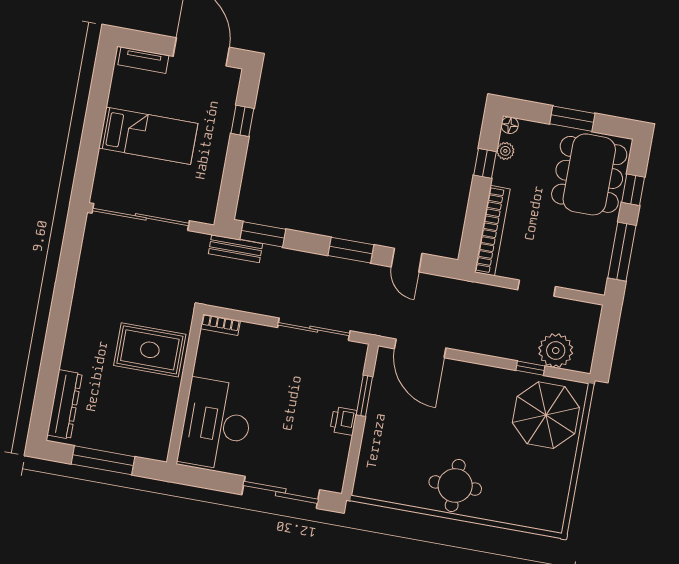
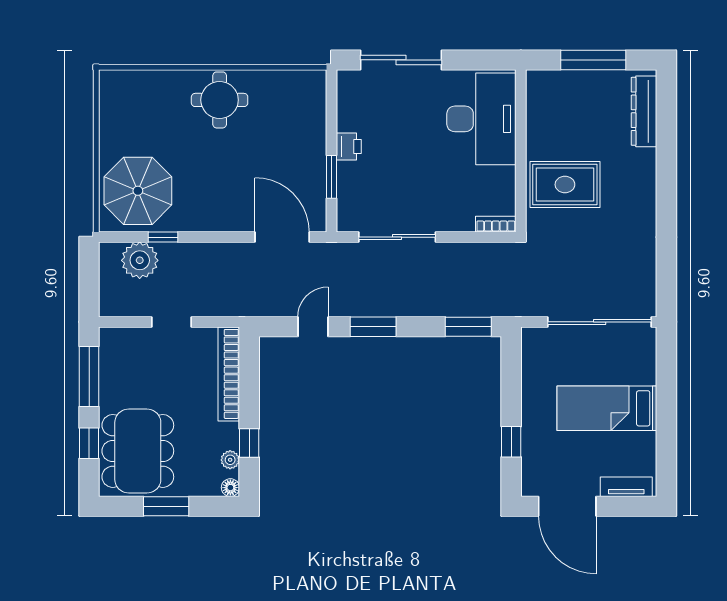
bench: (236, 249) -> (494, 307), removed
door: (407, 260) -> (313, 327), hinge flipped

